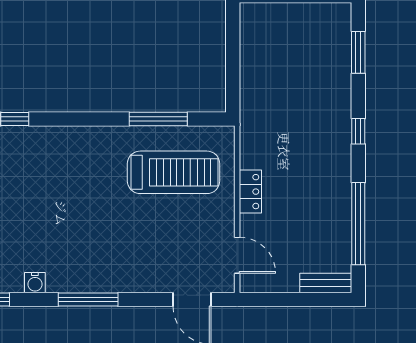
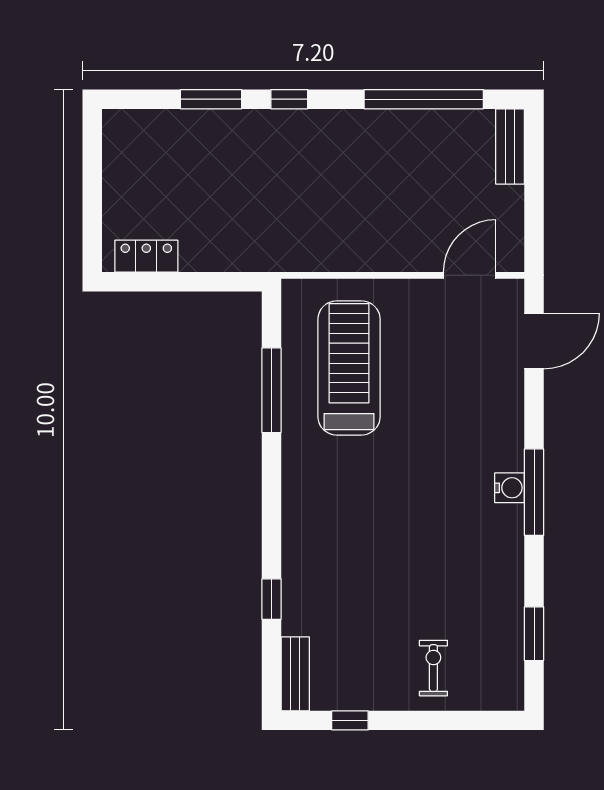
window: (358, 52) -> (211, 99), moved
locker: (250, 192) -> (146, 256), moved
water cooler: (35, 283) -> (510, 488), moved

